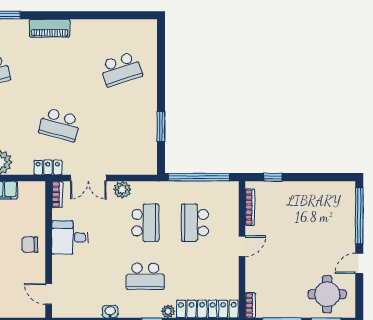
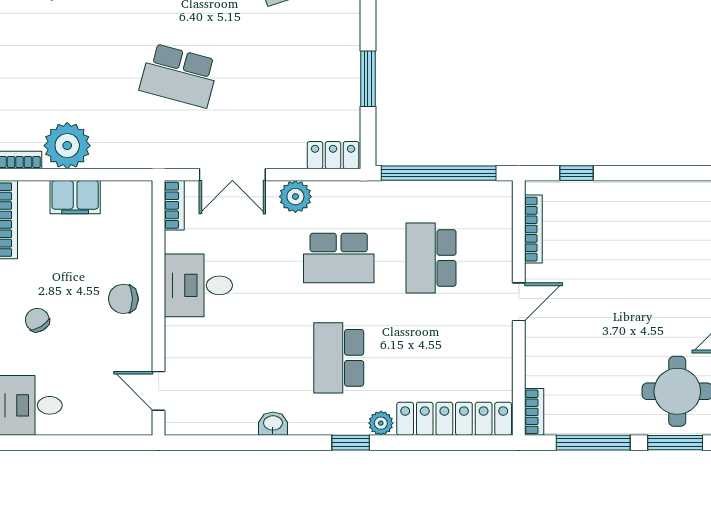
locker: (48, 167) -> (333, 155), moved
school desk: (145, 223) -> (339, 258), turned 90
school desk: (145, 276) -> (339, 358), turned 90

